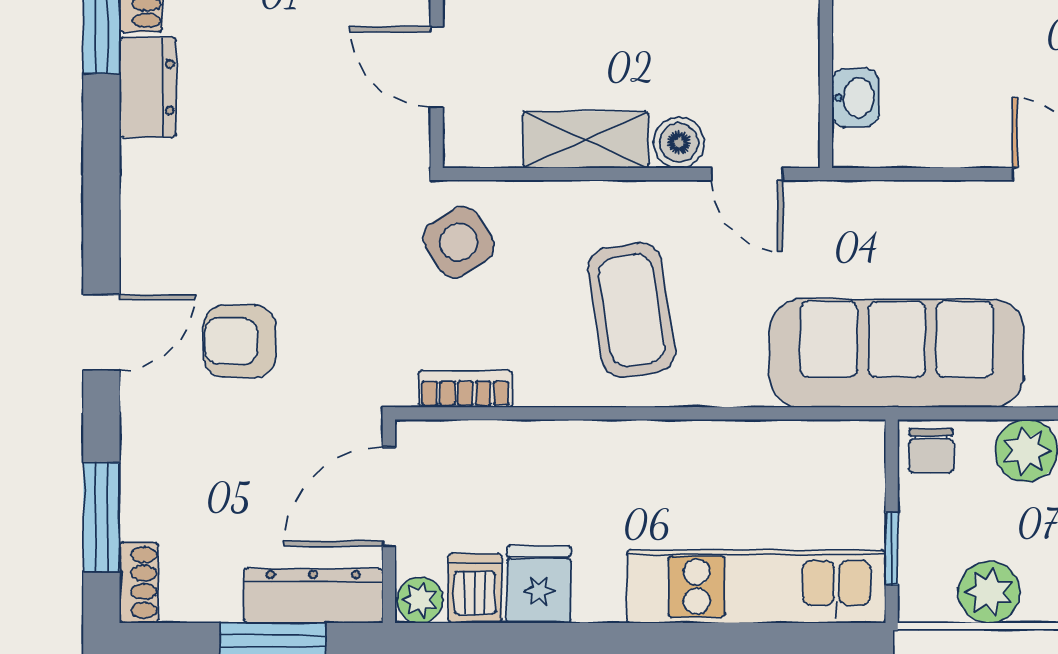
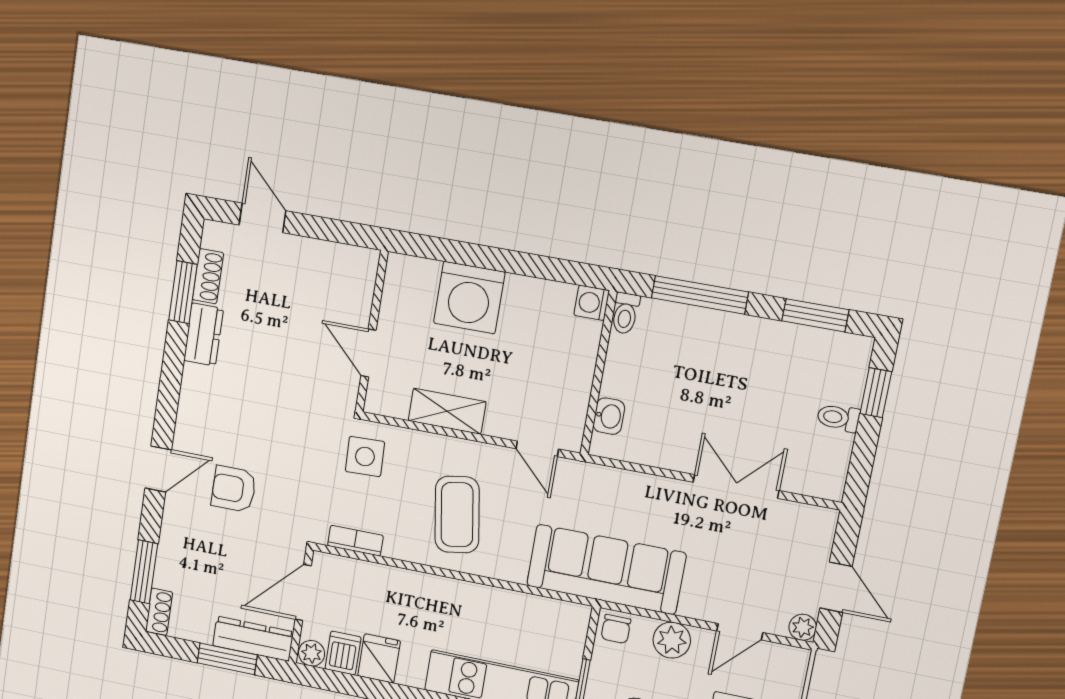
boiler: (679, 143) -> (501, 423), removed
side table: (459, 242) -> (365, 457), turned 30

